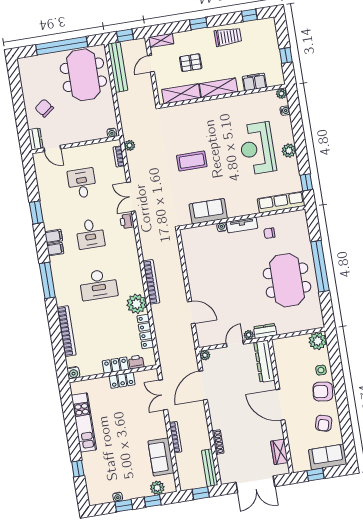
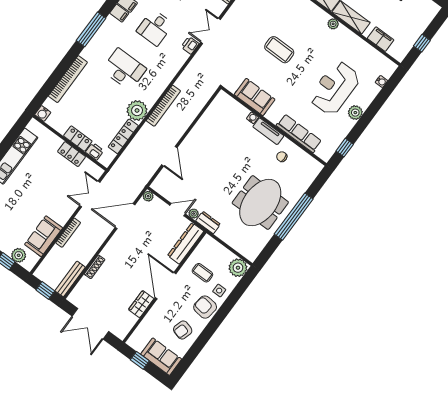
plant: (281, 94) -> (333, 24), moved
row of seats: (281, 202) -> (299, 133), moved
desk: (98, 285) -> (124, 69), turned 180
coffee table: (297, 370) -> (202, 273), added
wardrobe: (279, 452) -> (141, 304), moved

